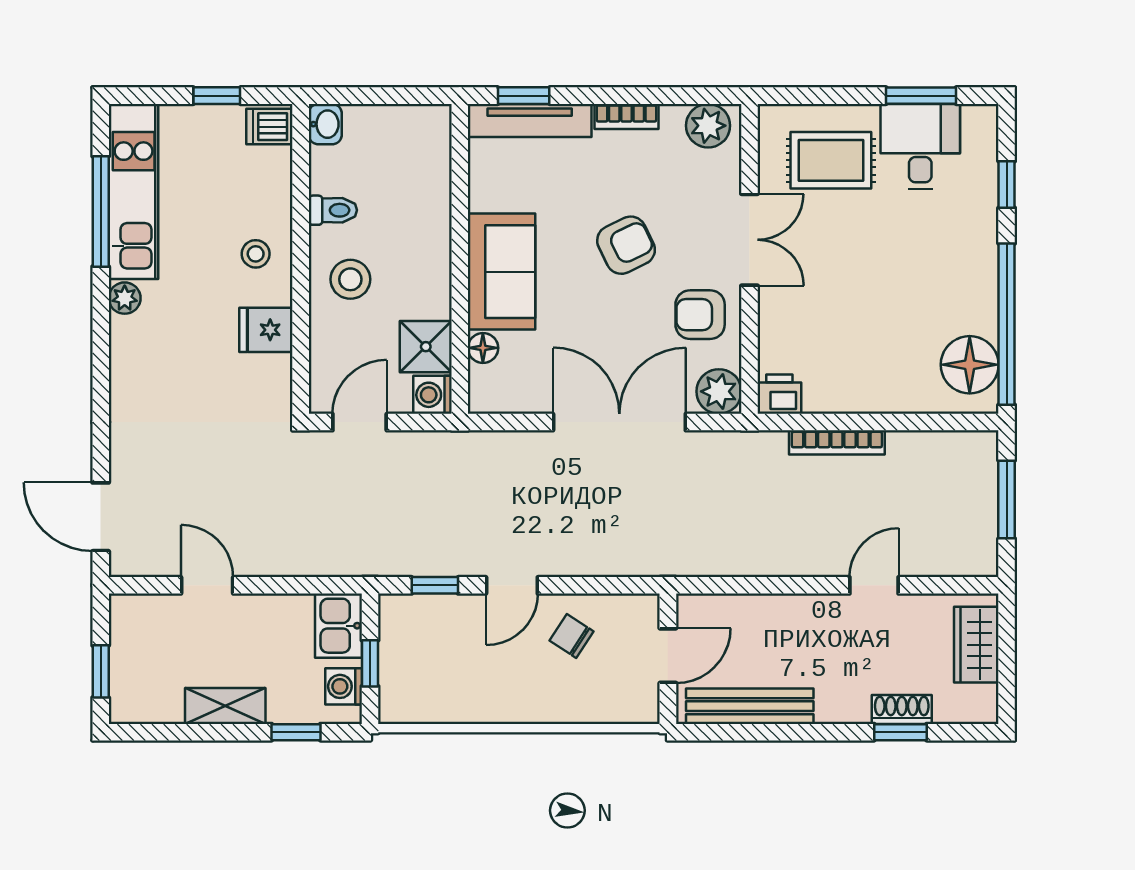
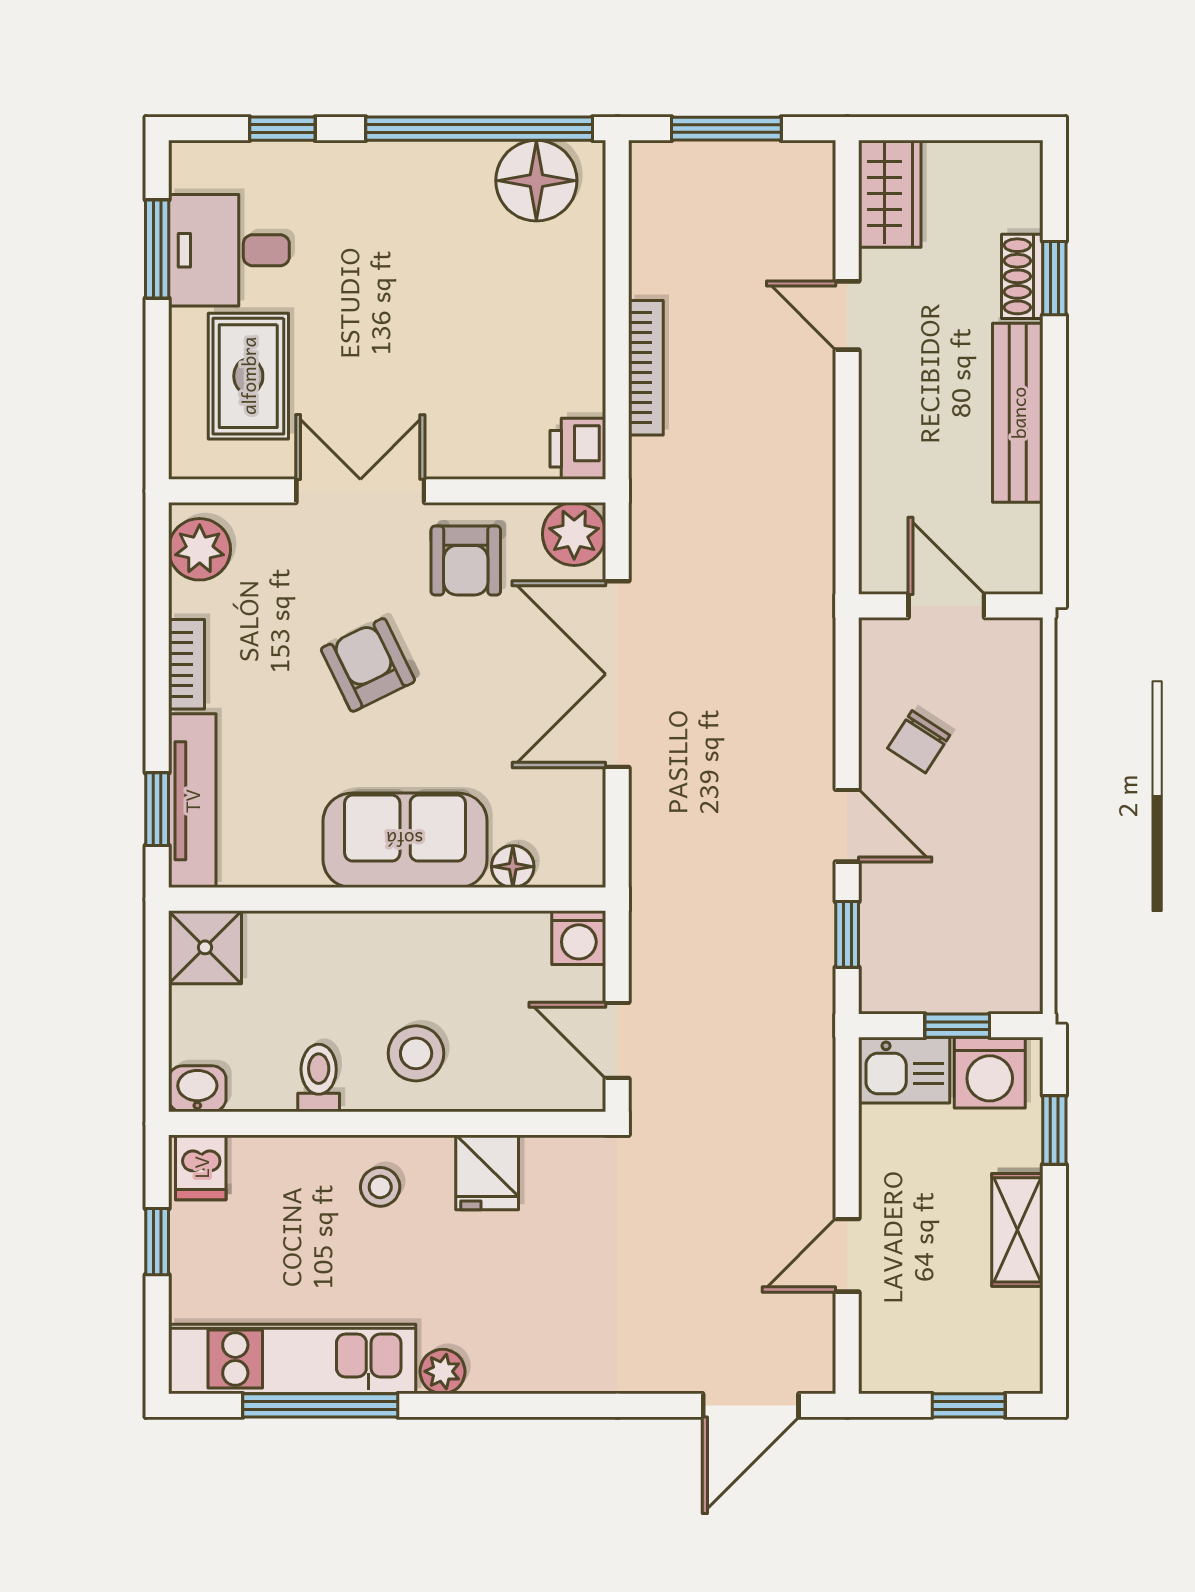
shower: (426, 347) -> (205, 947), moved
wardrobe: (976, 645) -> (890, 194), moved, turned -90
washing machine: (344, 686) -> (990, 1073), width x1.38, depth x1.38
bench: (750, 706) -> (1018, 413), moved

